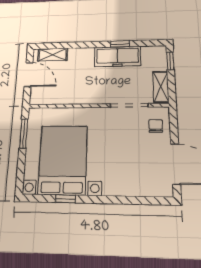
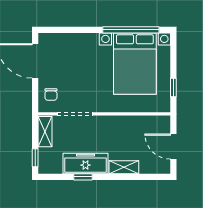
shelving: (53, 55) -> (124, 167), moved
window: (24, 134) -> (173, 87), width x0.67
window: (66, 199) -> (131, 30), width x3.17

